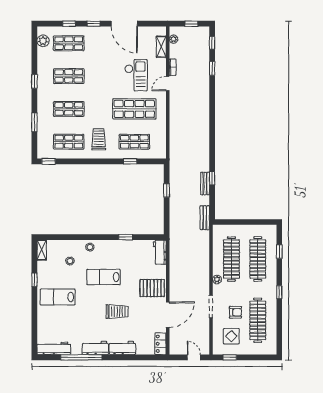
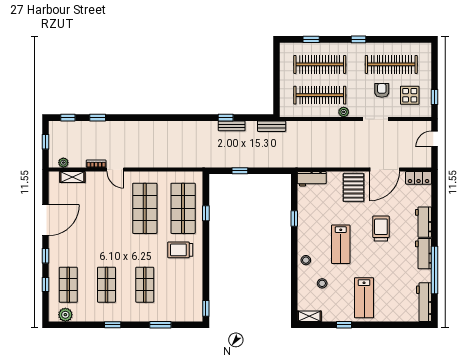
checkout: (136, 75) -> (105, 206), removed
shop shelf: (69, 142) -> (183, 285), removed
shop shelf: (134, 142) -> (183, 208), width x1.43, depth x1.36
door: (168, 315) -> (385, 169), swing flipped

